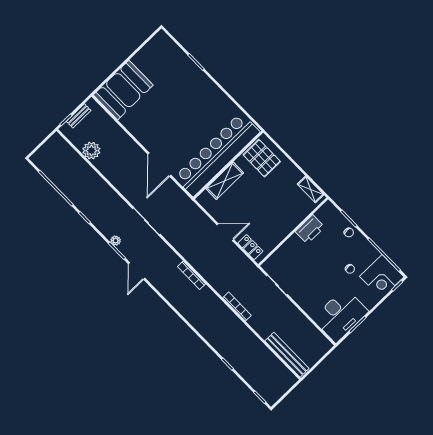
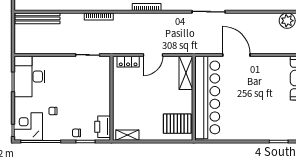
shelving: (225, 181) -> (186, 73), moved
printer: (310, 229) -> (103, 127), moved

